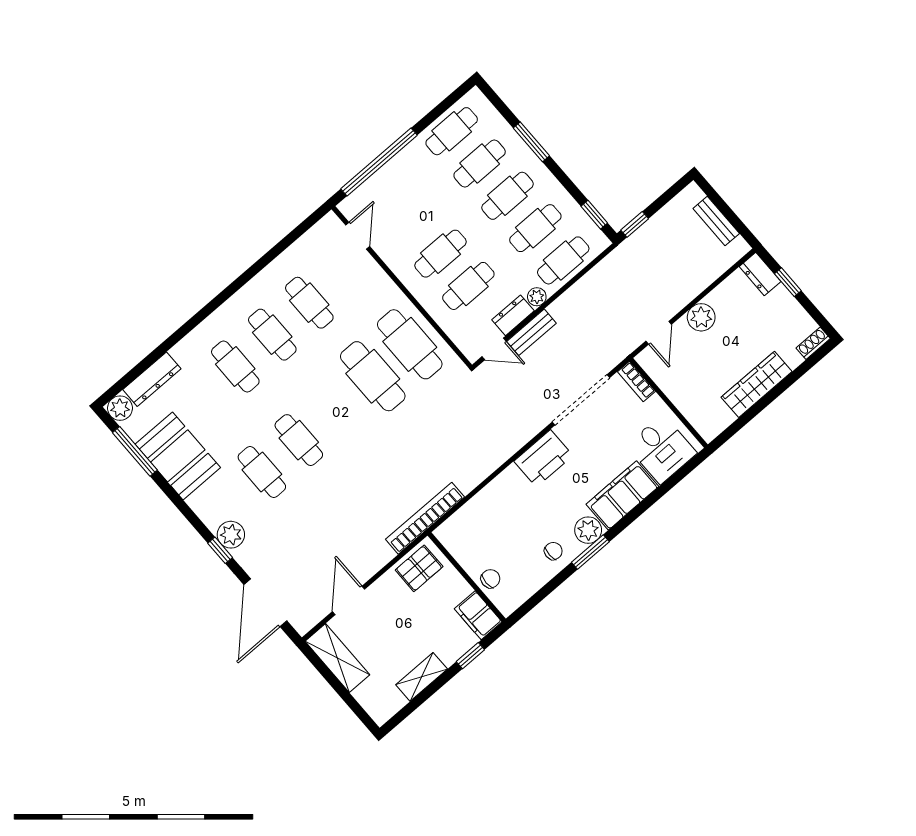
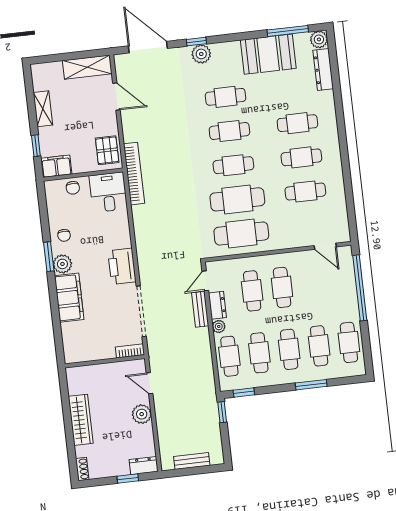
cafe table: (336, 408) -> (233, 165), added
desk: (662, 449) -> (108, 192), moved, turned 90

